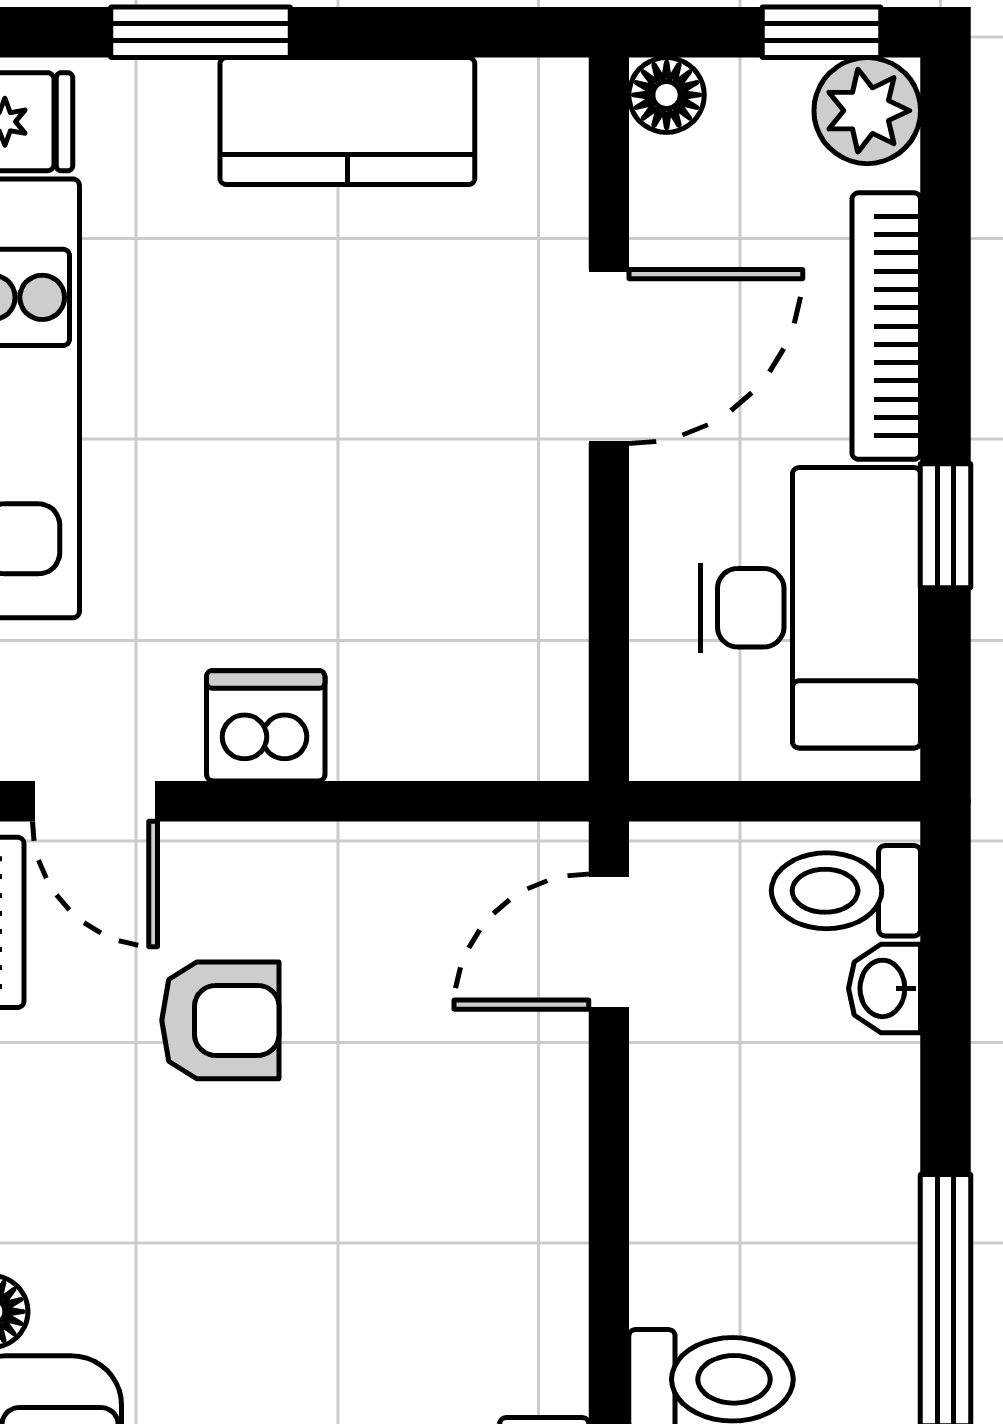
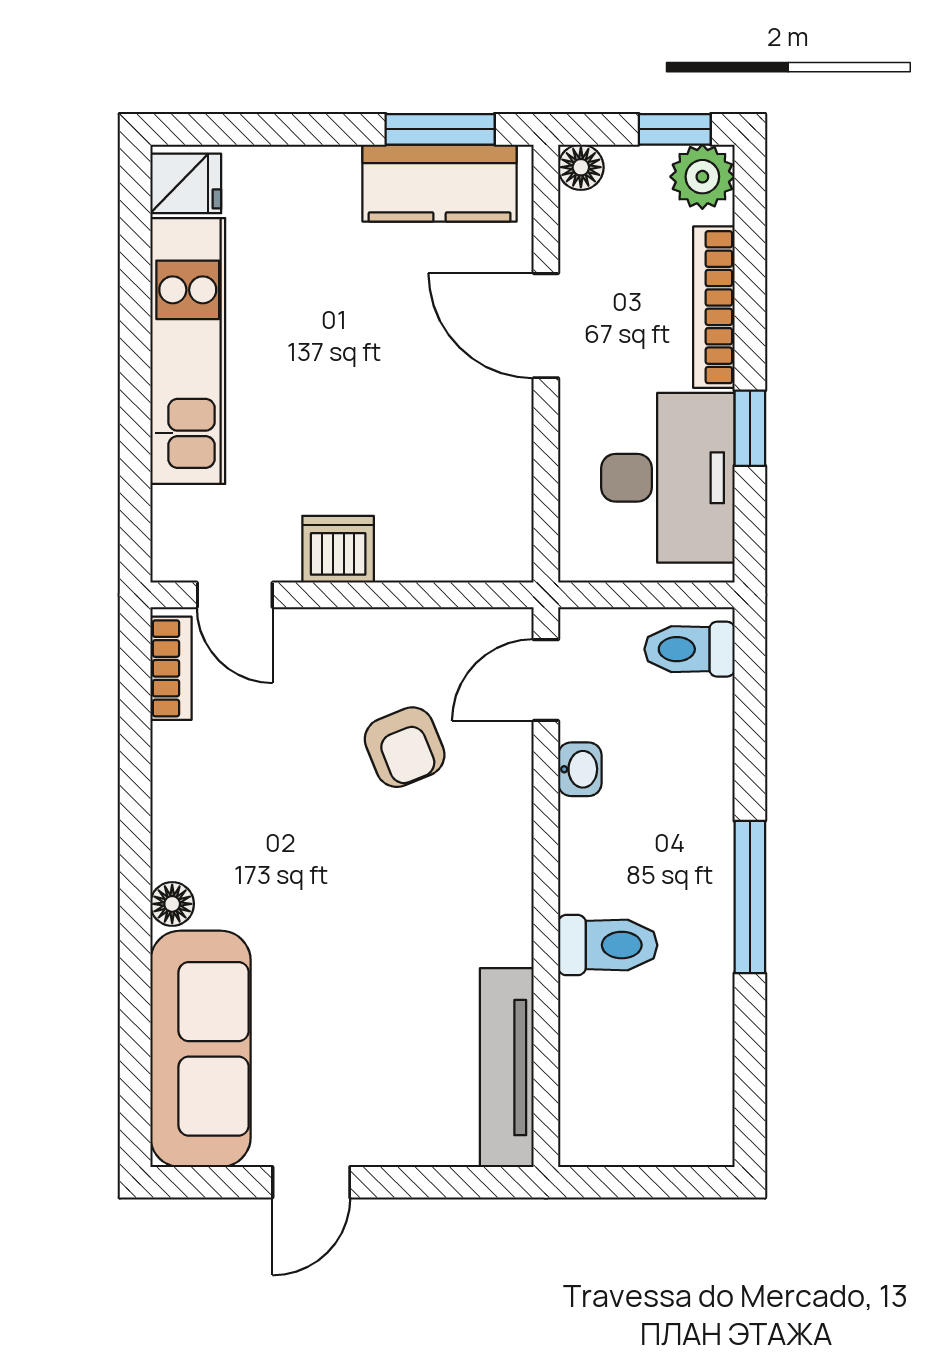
window: (200, 32) -> (440, 129), moved
kitchen counter: (347, 121) -> (440, 183), moved
door: (609, 357) -> (546, 326), swing flipped
washbasin: (885, 988) -> (580, 769), moved, turned 180
armchair: (220, 1020) -> (405, 747), moved, turned 68

